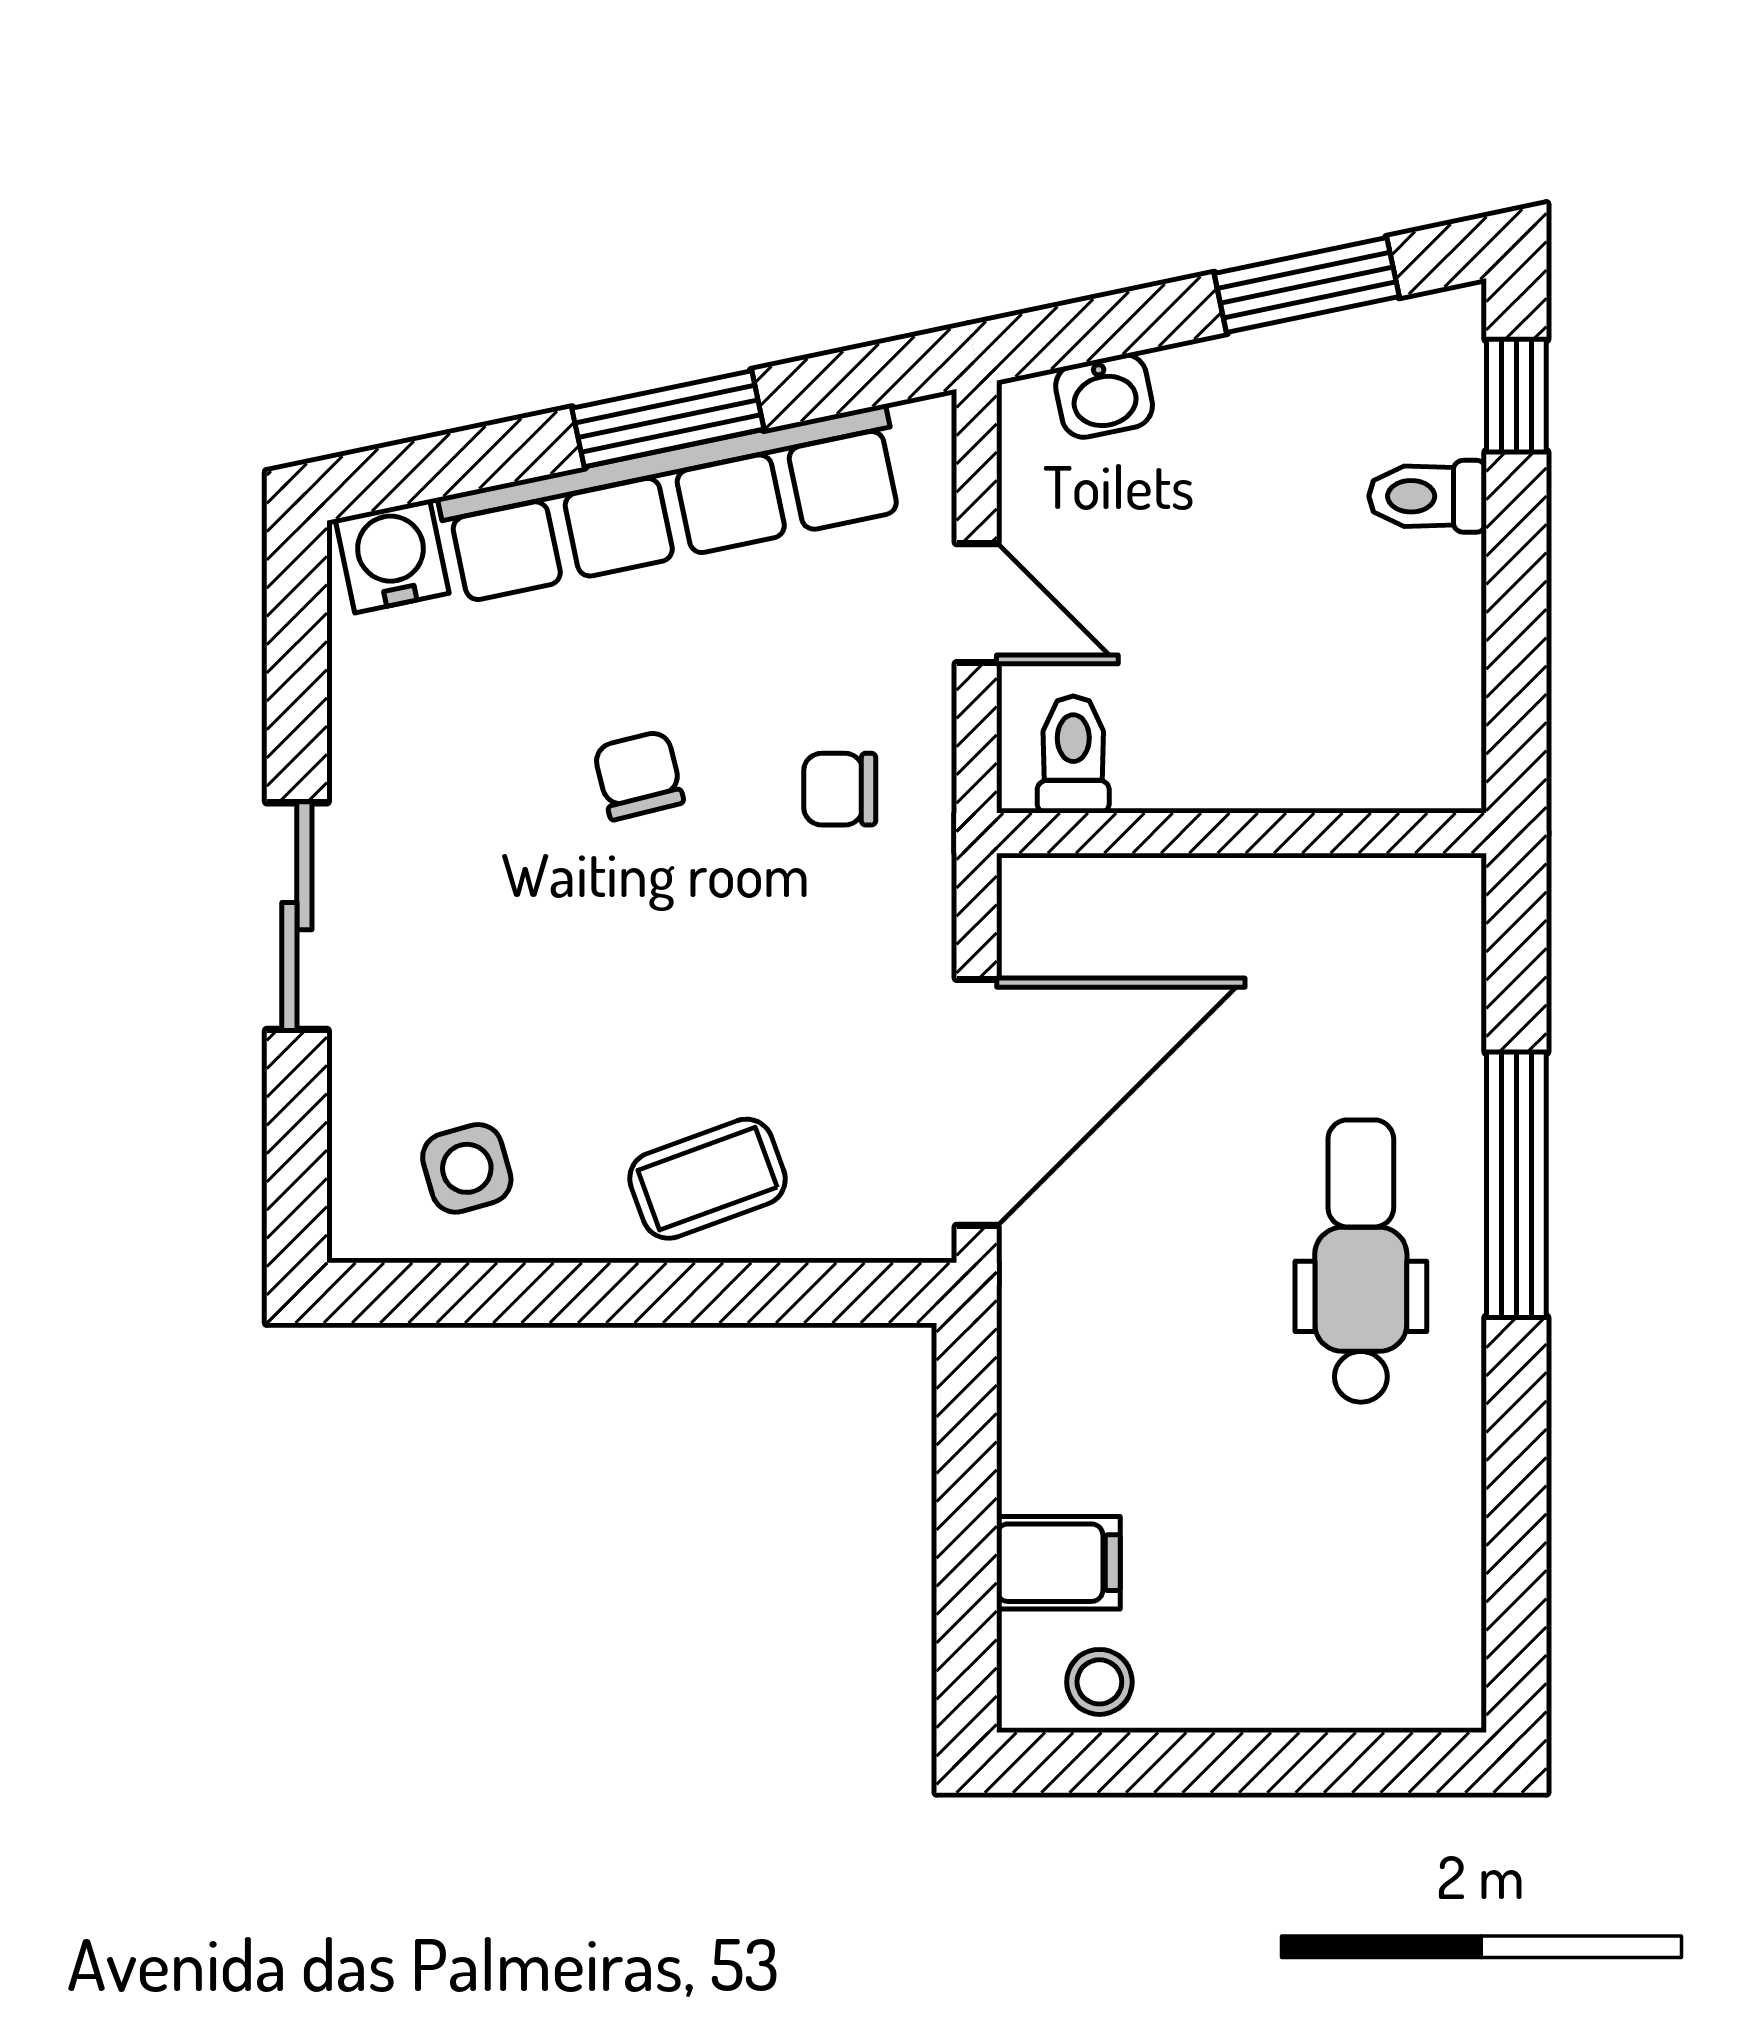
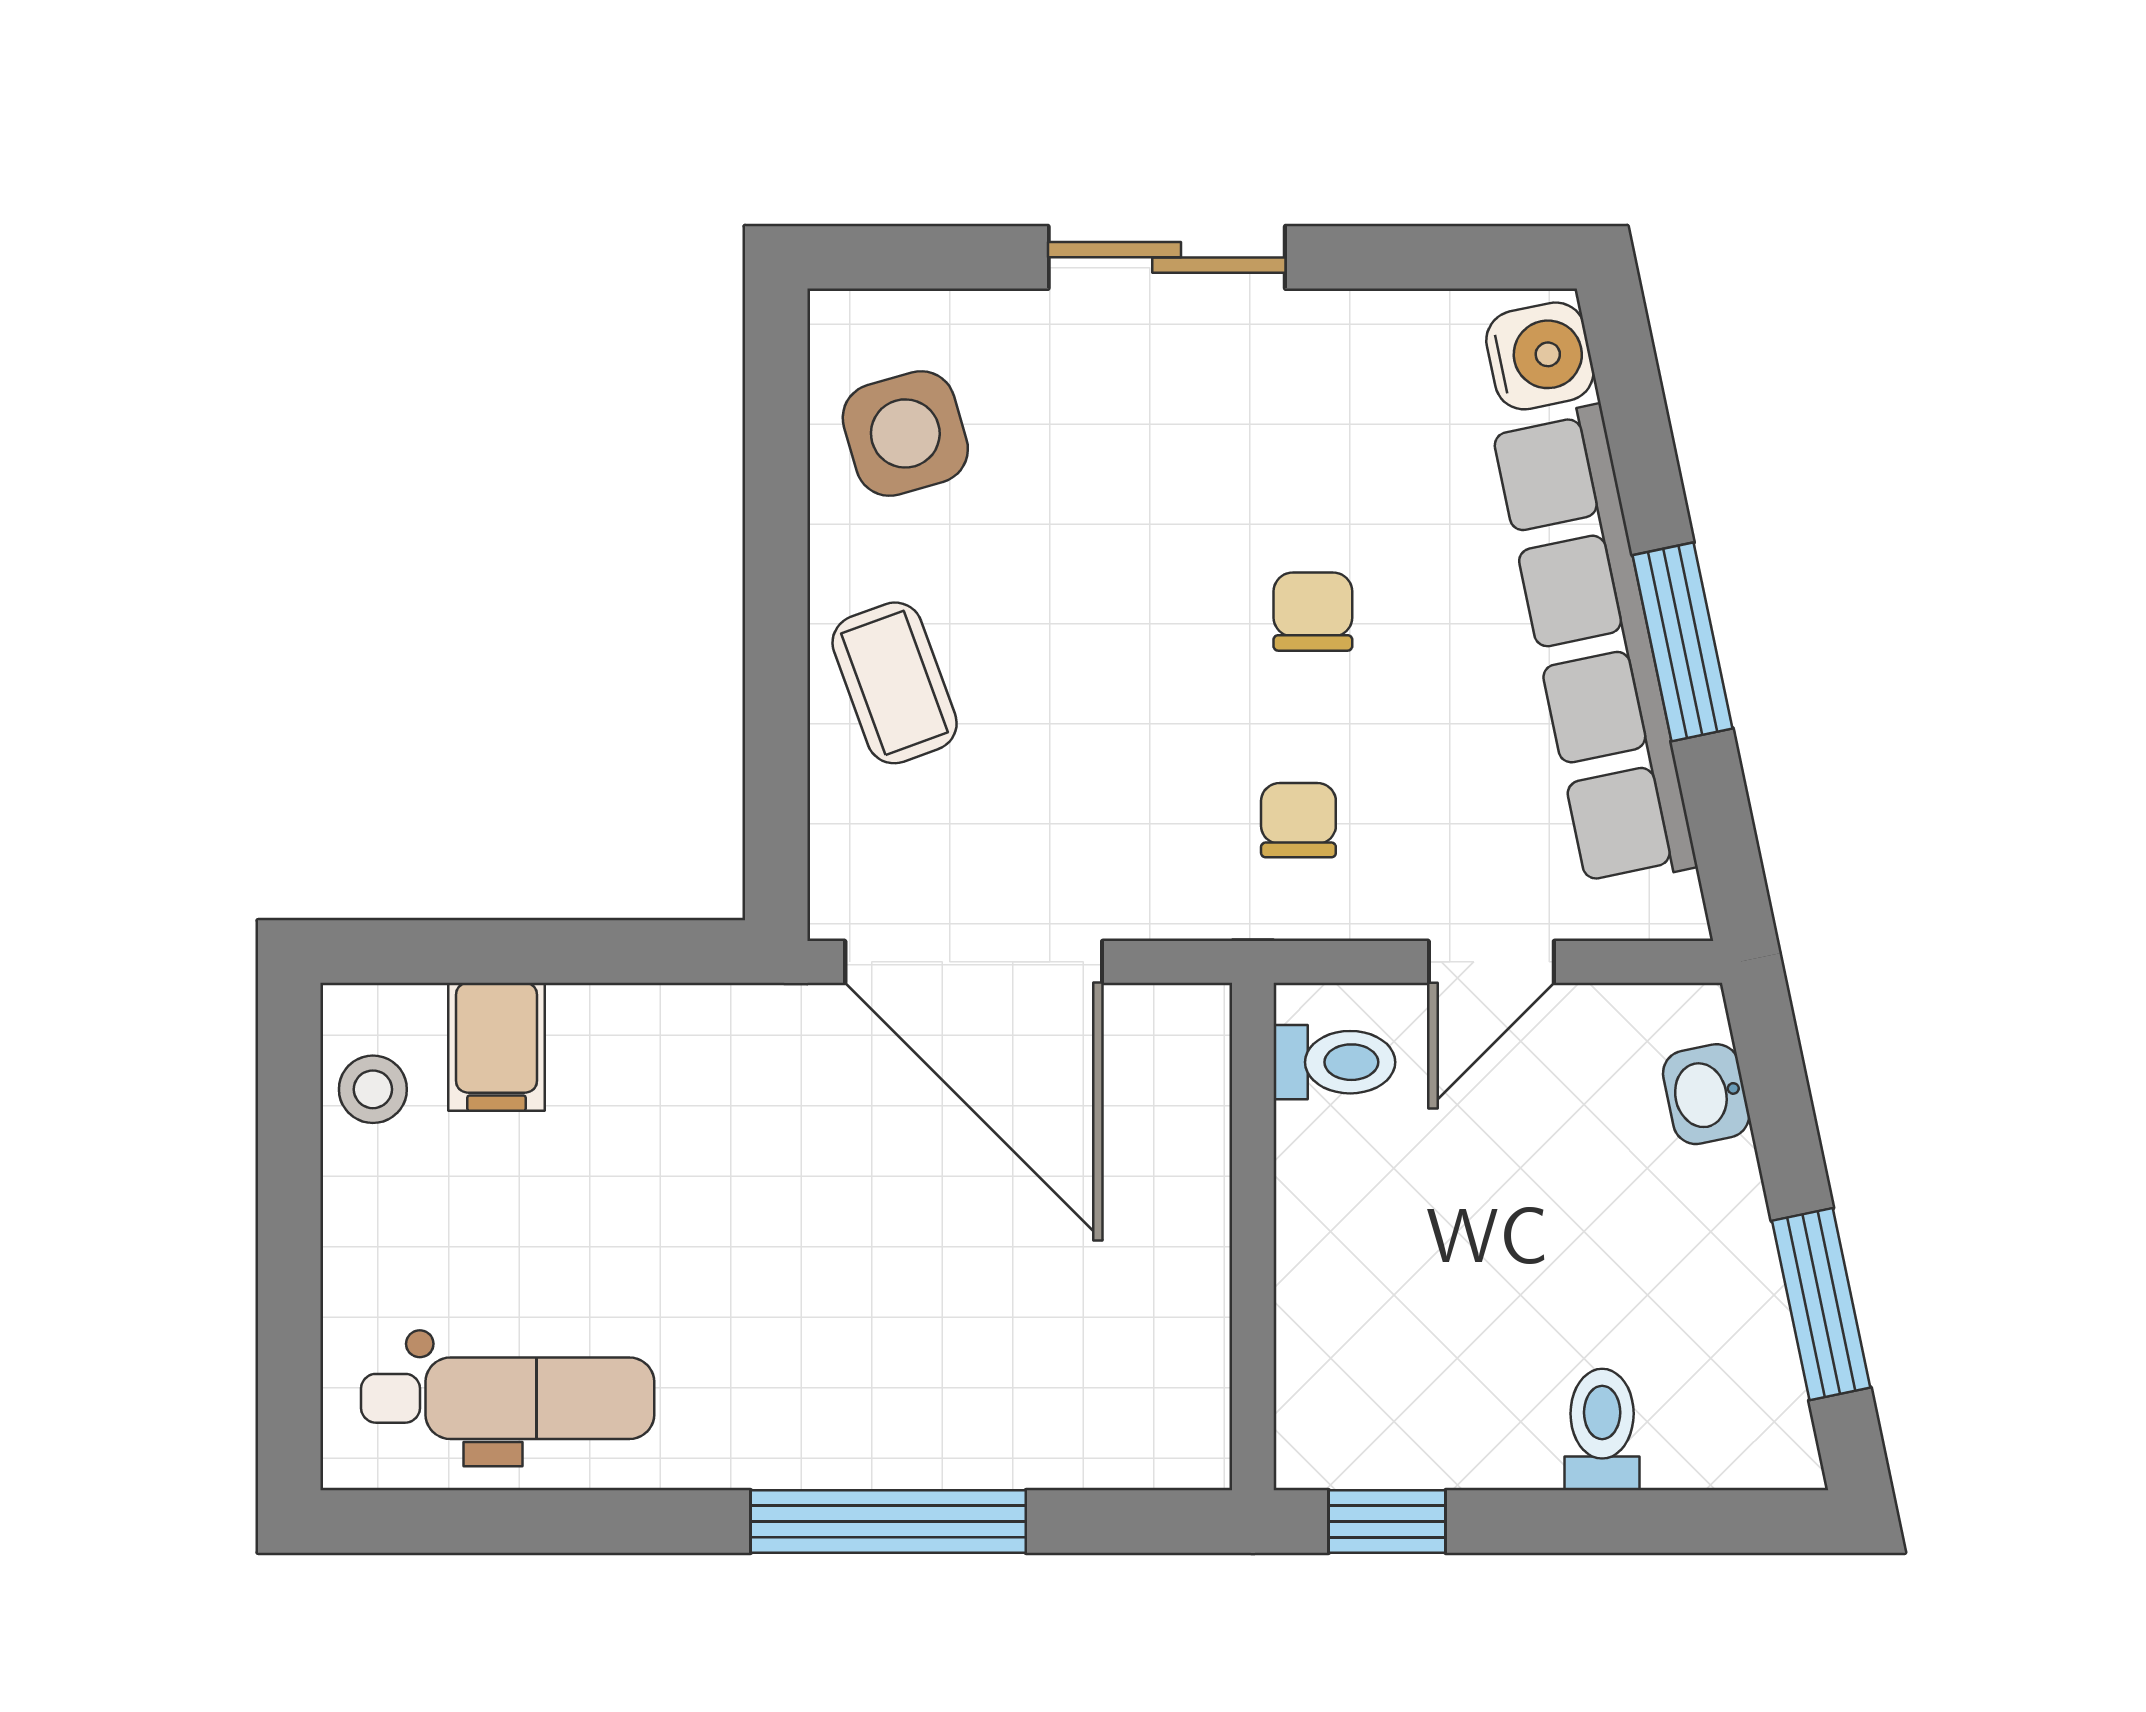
window: (1516, 396) -> (1387, 1521), moved
chair: (639, 775) -> (1313, 612), turned -76
side table: (467, 1168) -> (905, 433), width x1.37, depth x1.37
dental chair: (1361, 1261) -> (508, 1398), moved

